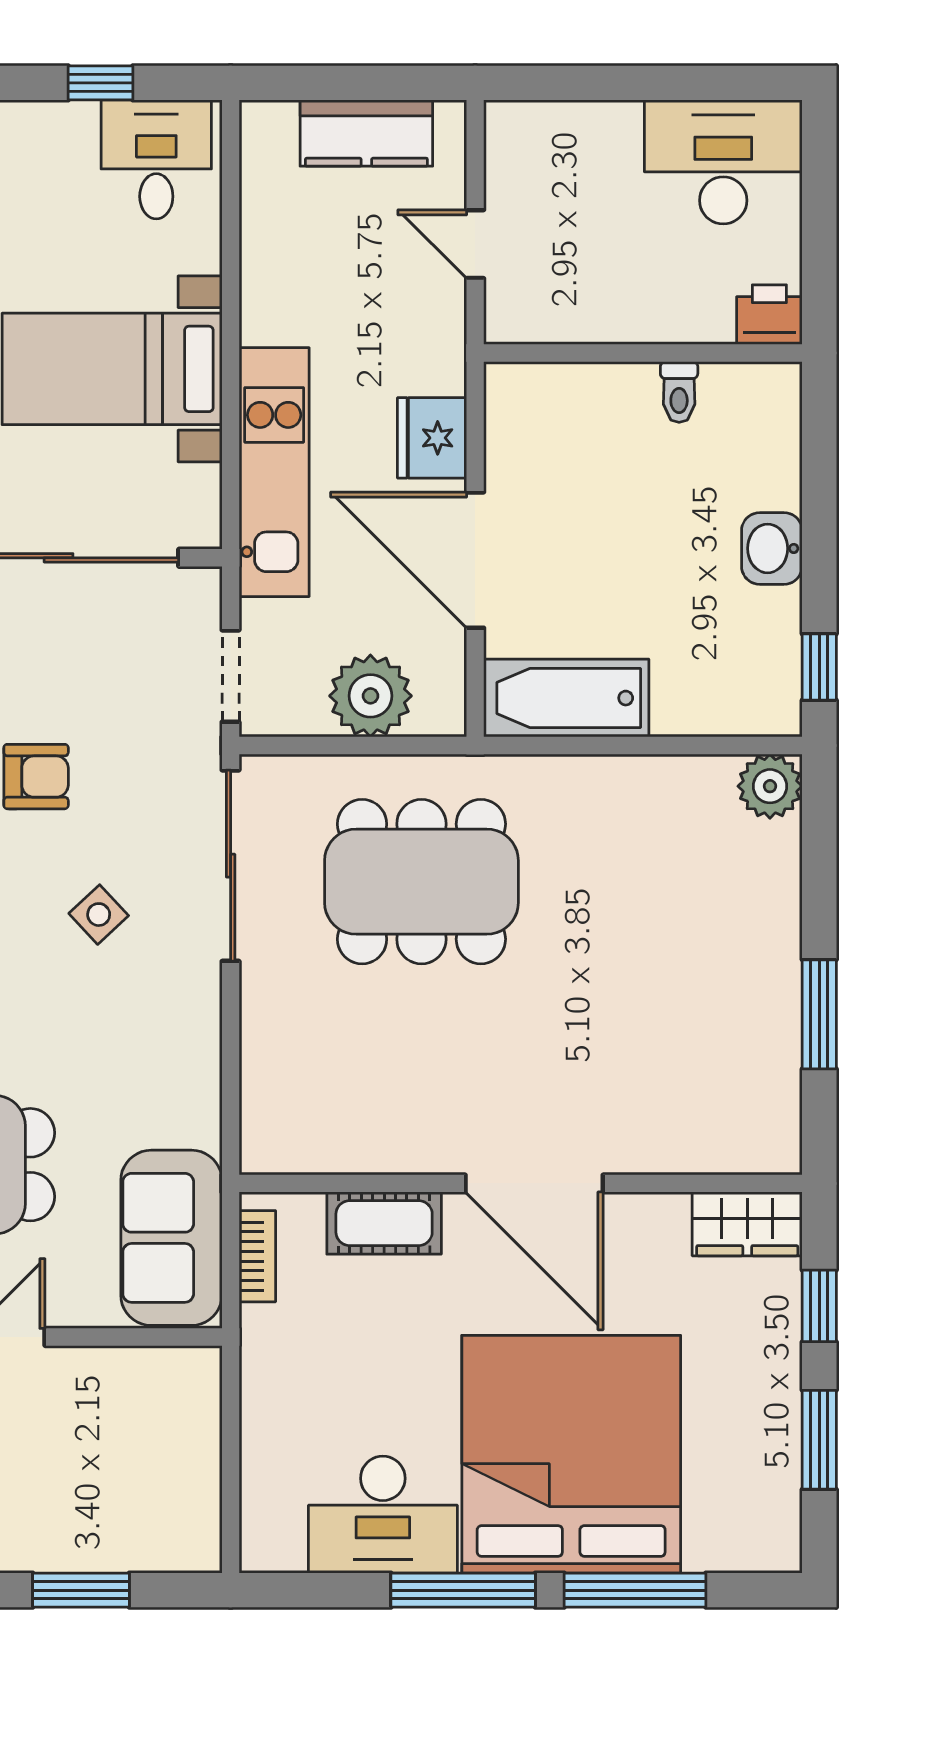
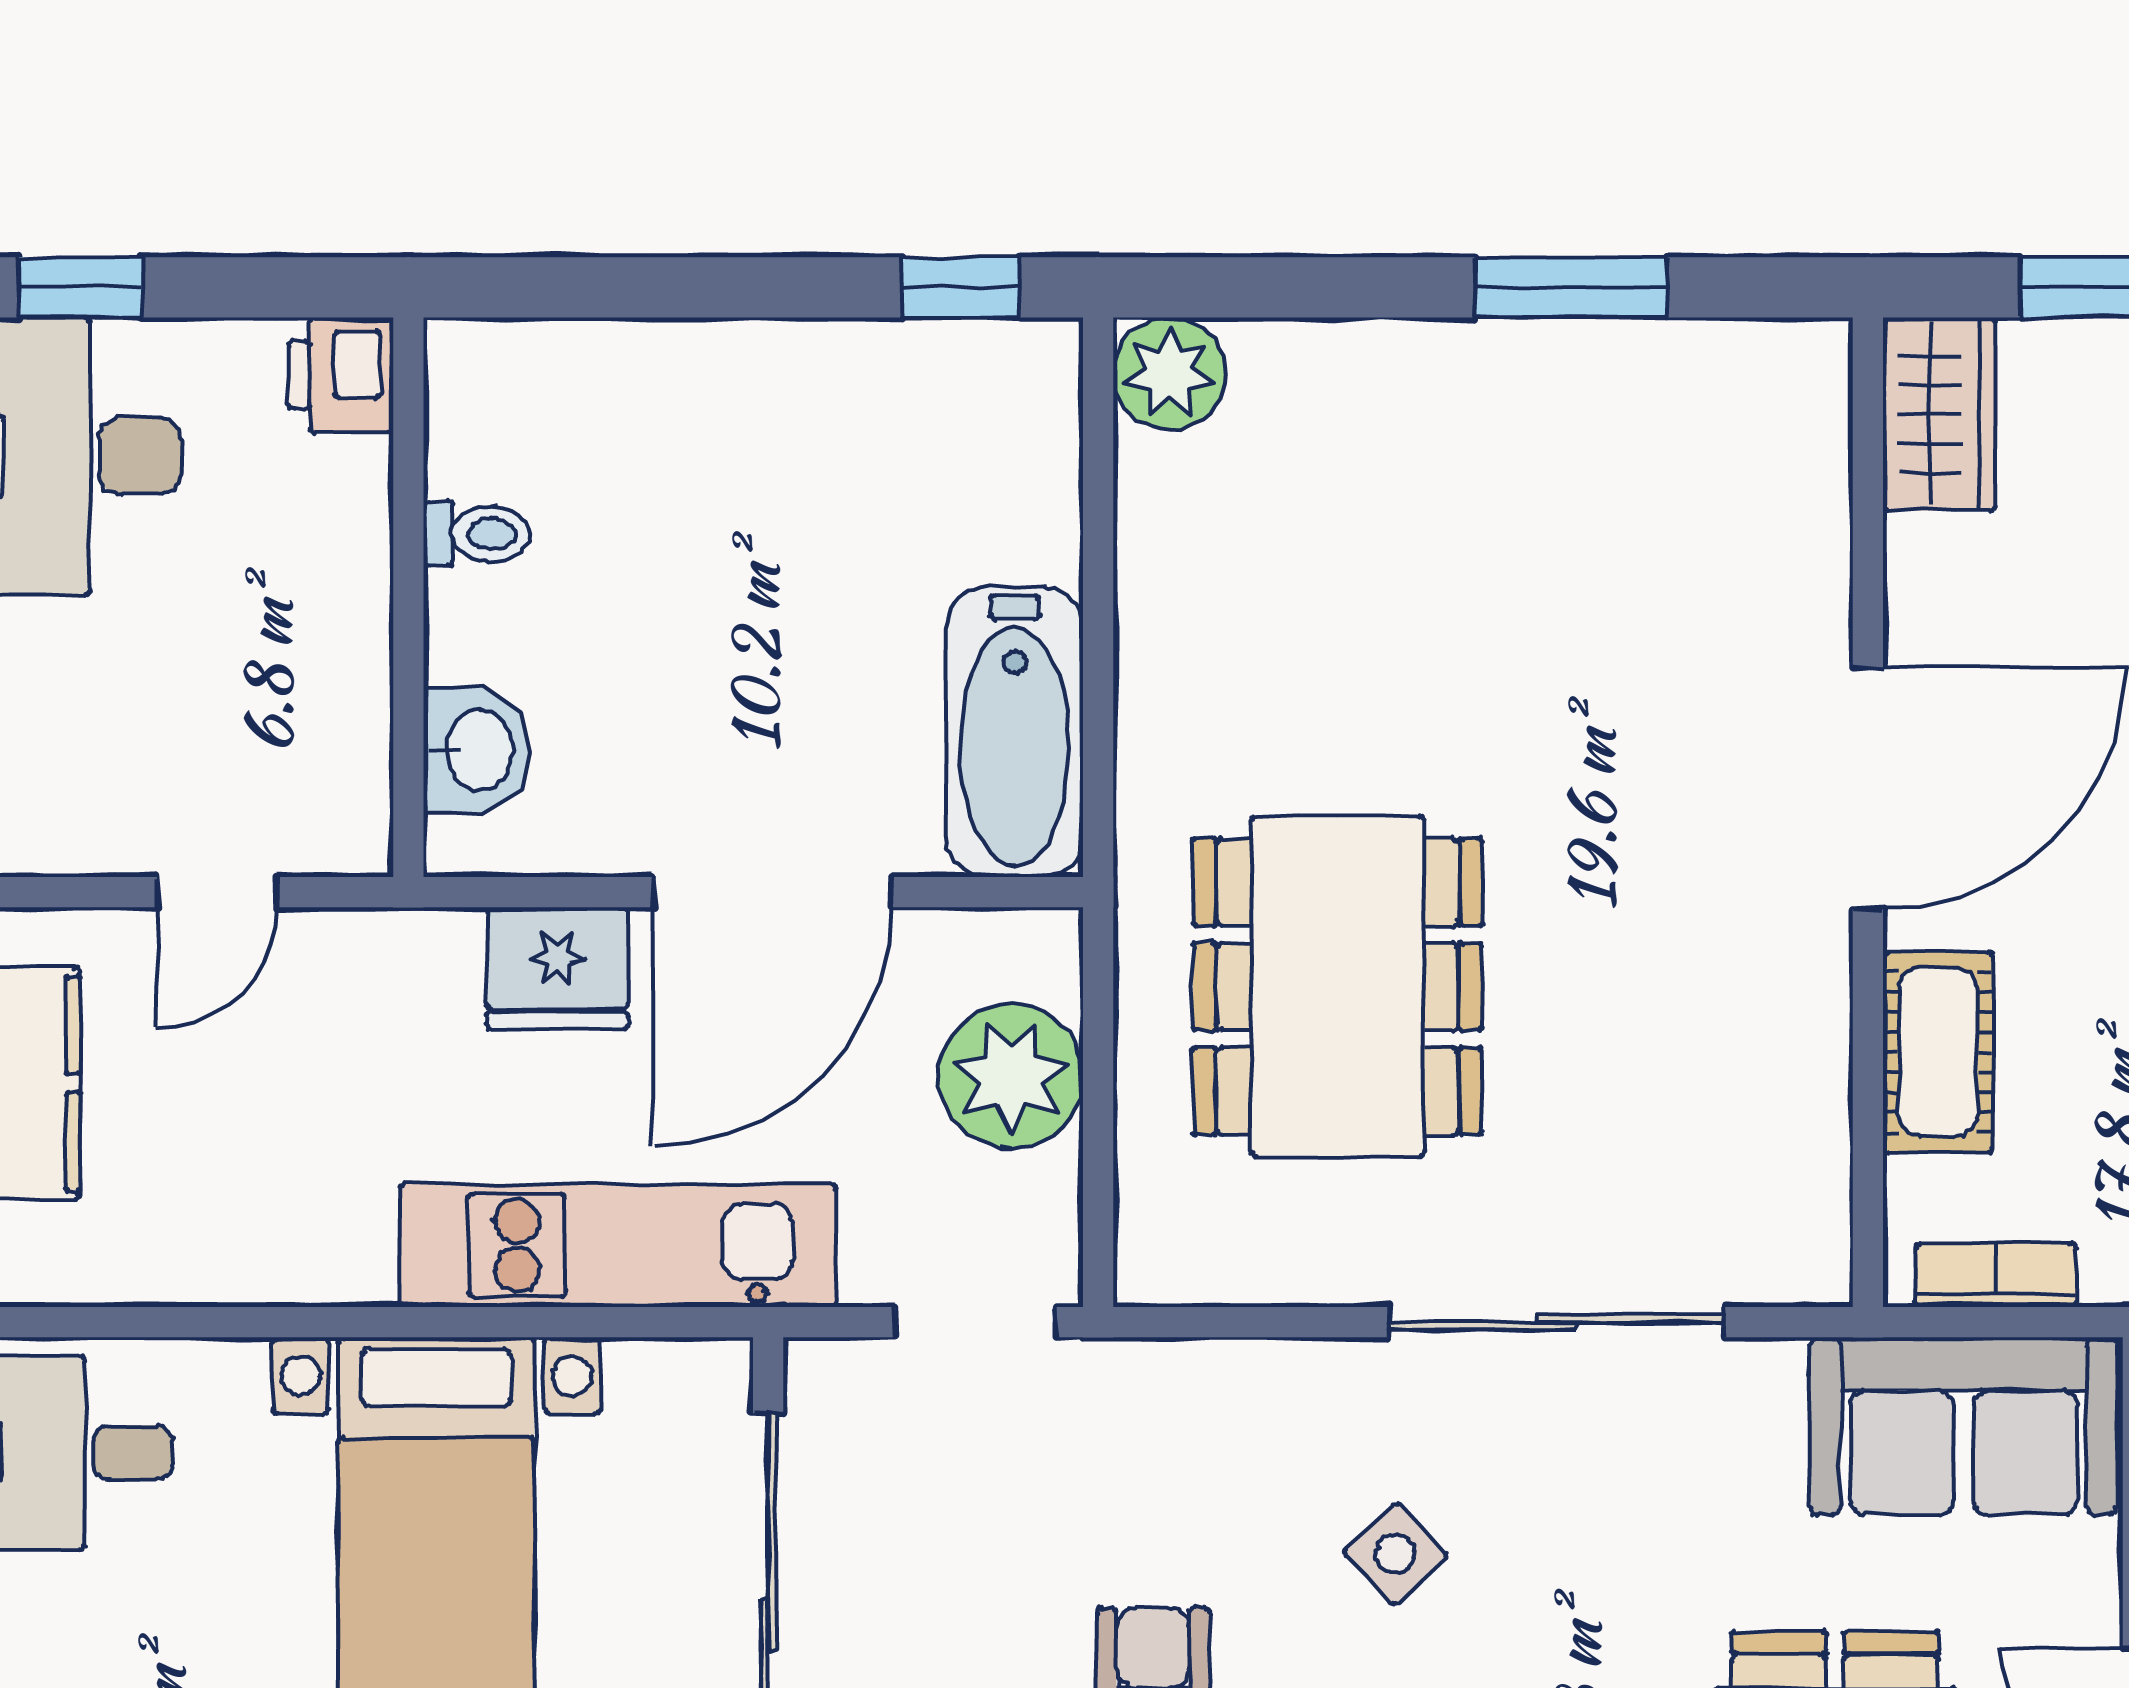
window: (819, 166) -> (80, 287), added
washbasin: (772, 548) -> (477, 750), moved, turned -90
sliding door: (231, 866) -> (1556, 1322), moved

